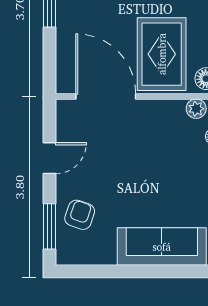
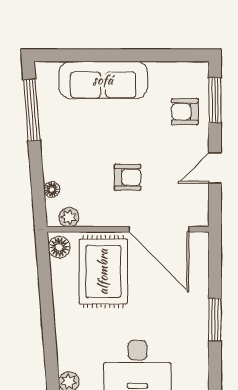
armchair: (137, 149) -> (128, 177), added
armchair: (80, 215) -> (185, 112), turned 71

